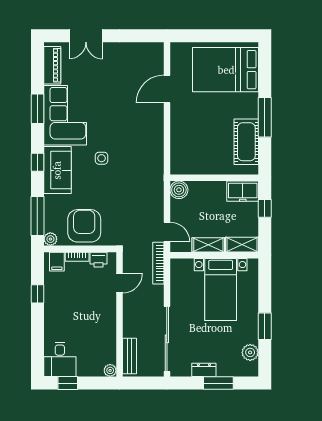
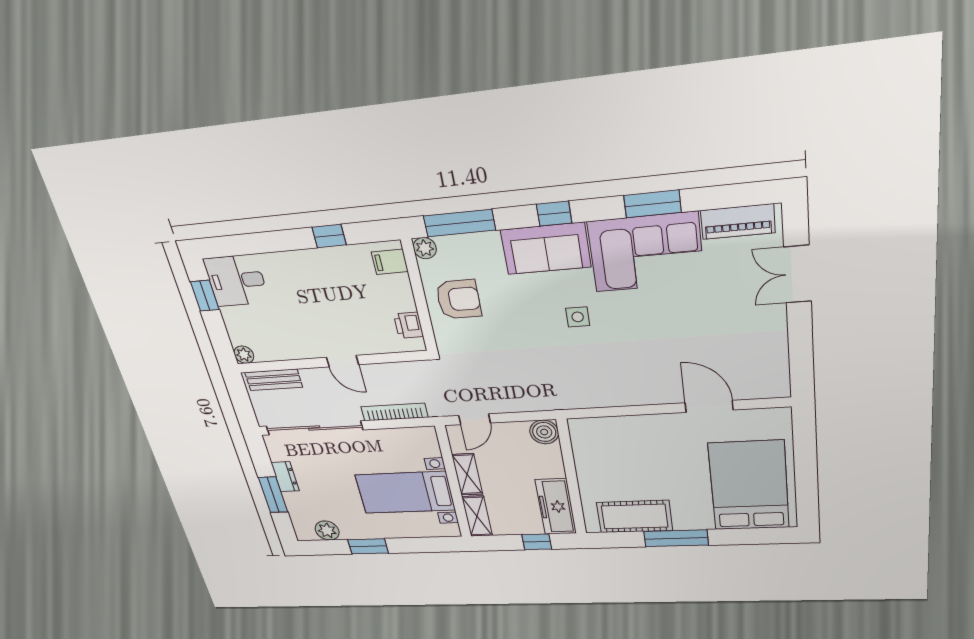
freezer: (243, 191) -> (556, 507), width x1.40
armchair: (84, 226) -> (458, 299), width x0.73, depth x0.73
bookcase: (77, 257) -> (405, 293), removed
bookcase: (158, 263) -> (394, 412), moved
door: (120, 283) -> (342, 361), moved

